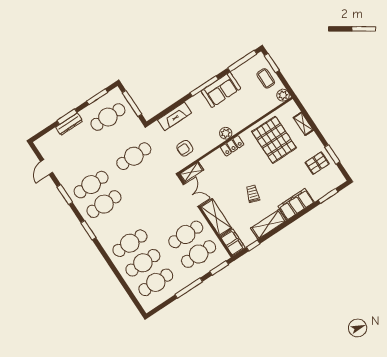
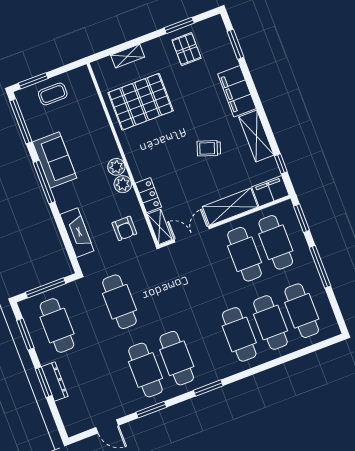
plant: (283, 95) -> (123, 184), moved
locker: (232, 146) -> (148, 195), moved

